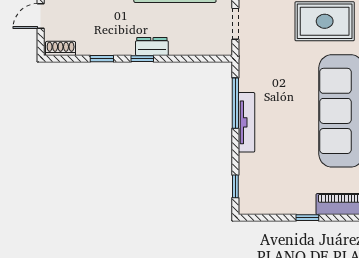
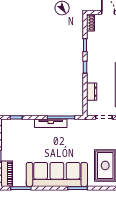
dresser: (152, 47) -> (92, 92), moved

